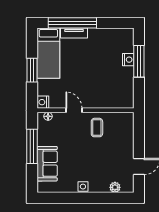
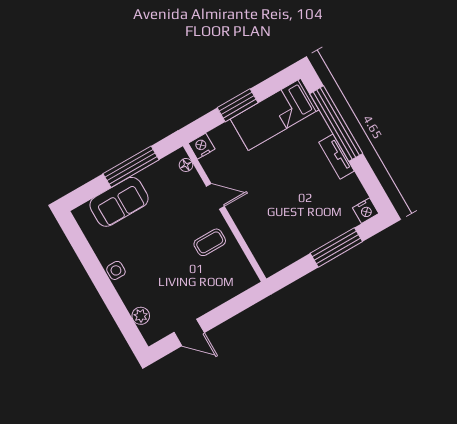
tv unit: (74, 33) -> (336, 157), moved
nightstand: (128, 60) -> (366, 211), moved
door: (74, 110) -> (215, 196), hinge flipped

